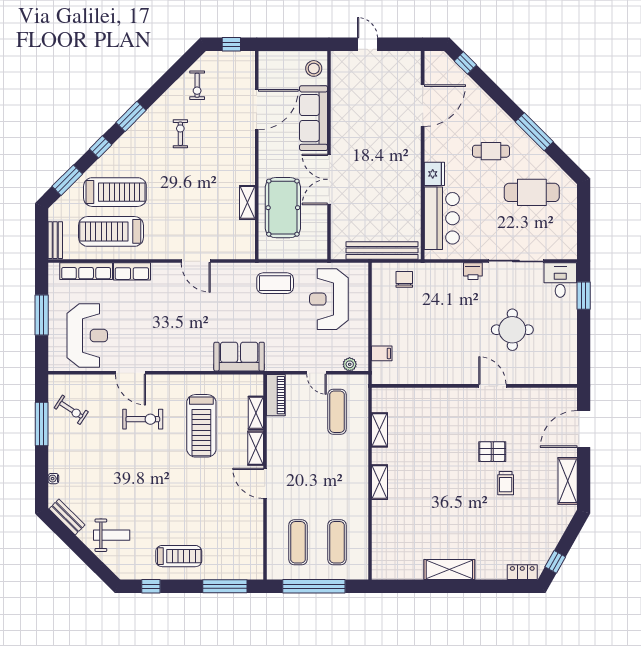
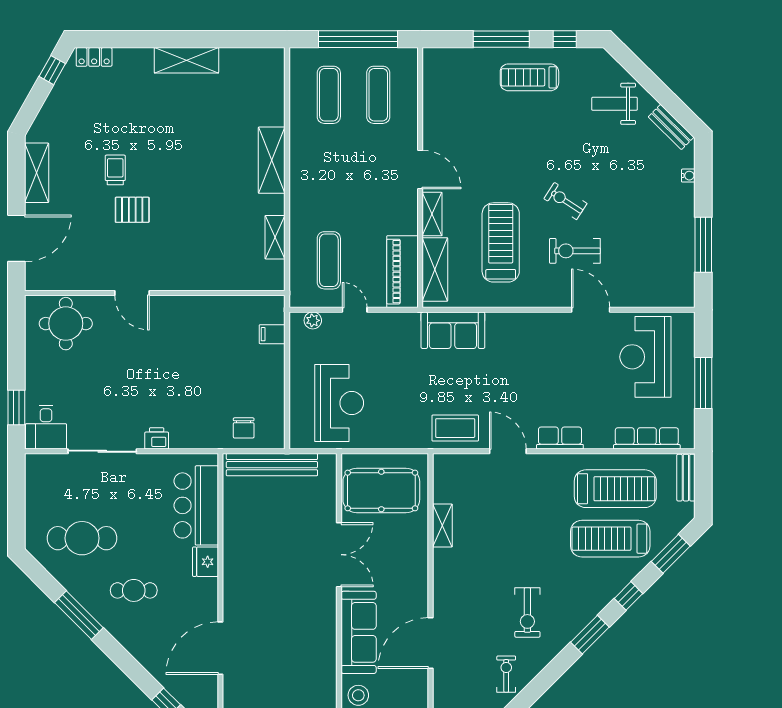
exercise bike: (180, 134) -> (527, 612), width x1.38, depth x1.39
pool table: (283, 208) -> (381, 490), moved, turned 90
row of seats: (132, 271) -> (560, 438), moved
coffee table: (275, 283) -> (455, 428), moved
round table: (512, 330) -> (66, 324), moved
piano: (276, 395) -> (402, 272), width x1.37, depth x1.33
exercise bike: (71, 410) -> (565, 201), moved
shelving: (256, 413) -> (435, 269), width x1.50, depth x1.33
shelving: (380, 482) -> (272, 160), width x1.50, depth x1.33
window: (225, 586) -> (501, 39), moved

